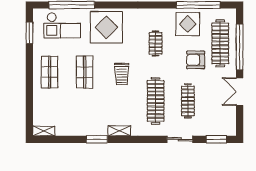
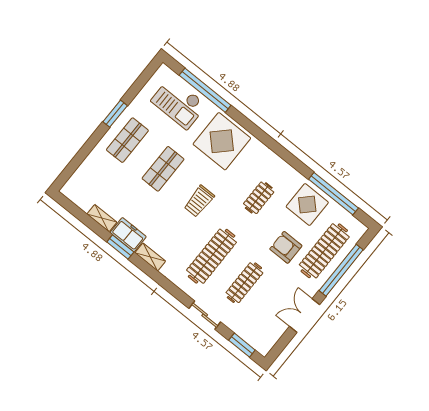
window: (29, 33) -> (115, 114), moved
freezer: (95, 128) -> (128, 235), added
shelving: (44, 131) -> (102, 218), moved

